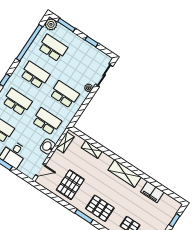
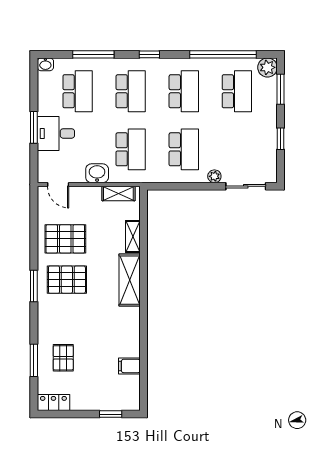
shelving: (125, 174) -> (130, 280), moved
filing cabinet: (152, 192) -> (129, 366), width x0.50
pallet: (100, 208) -> (67, 280), moved, turned 90

